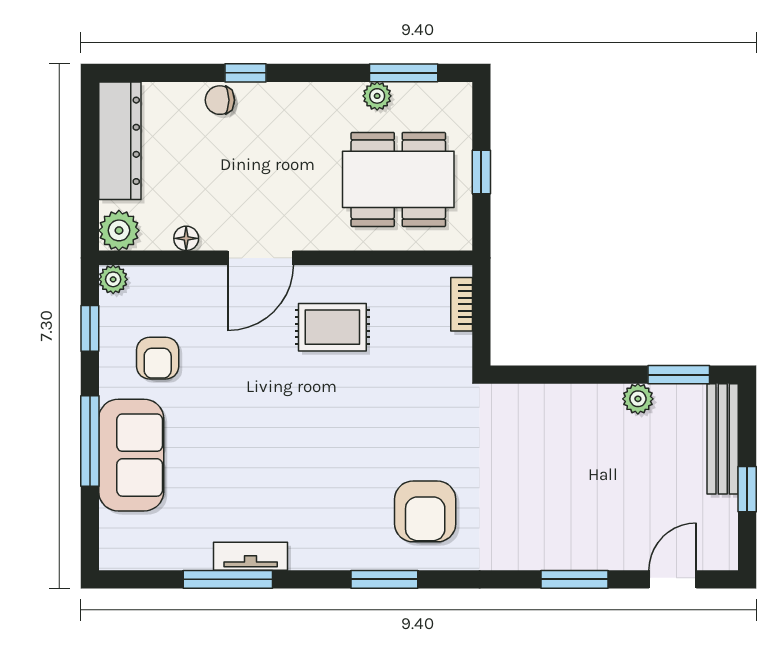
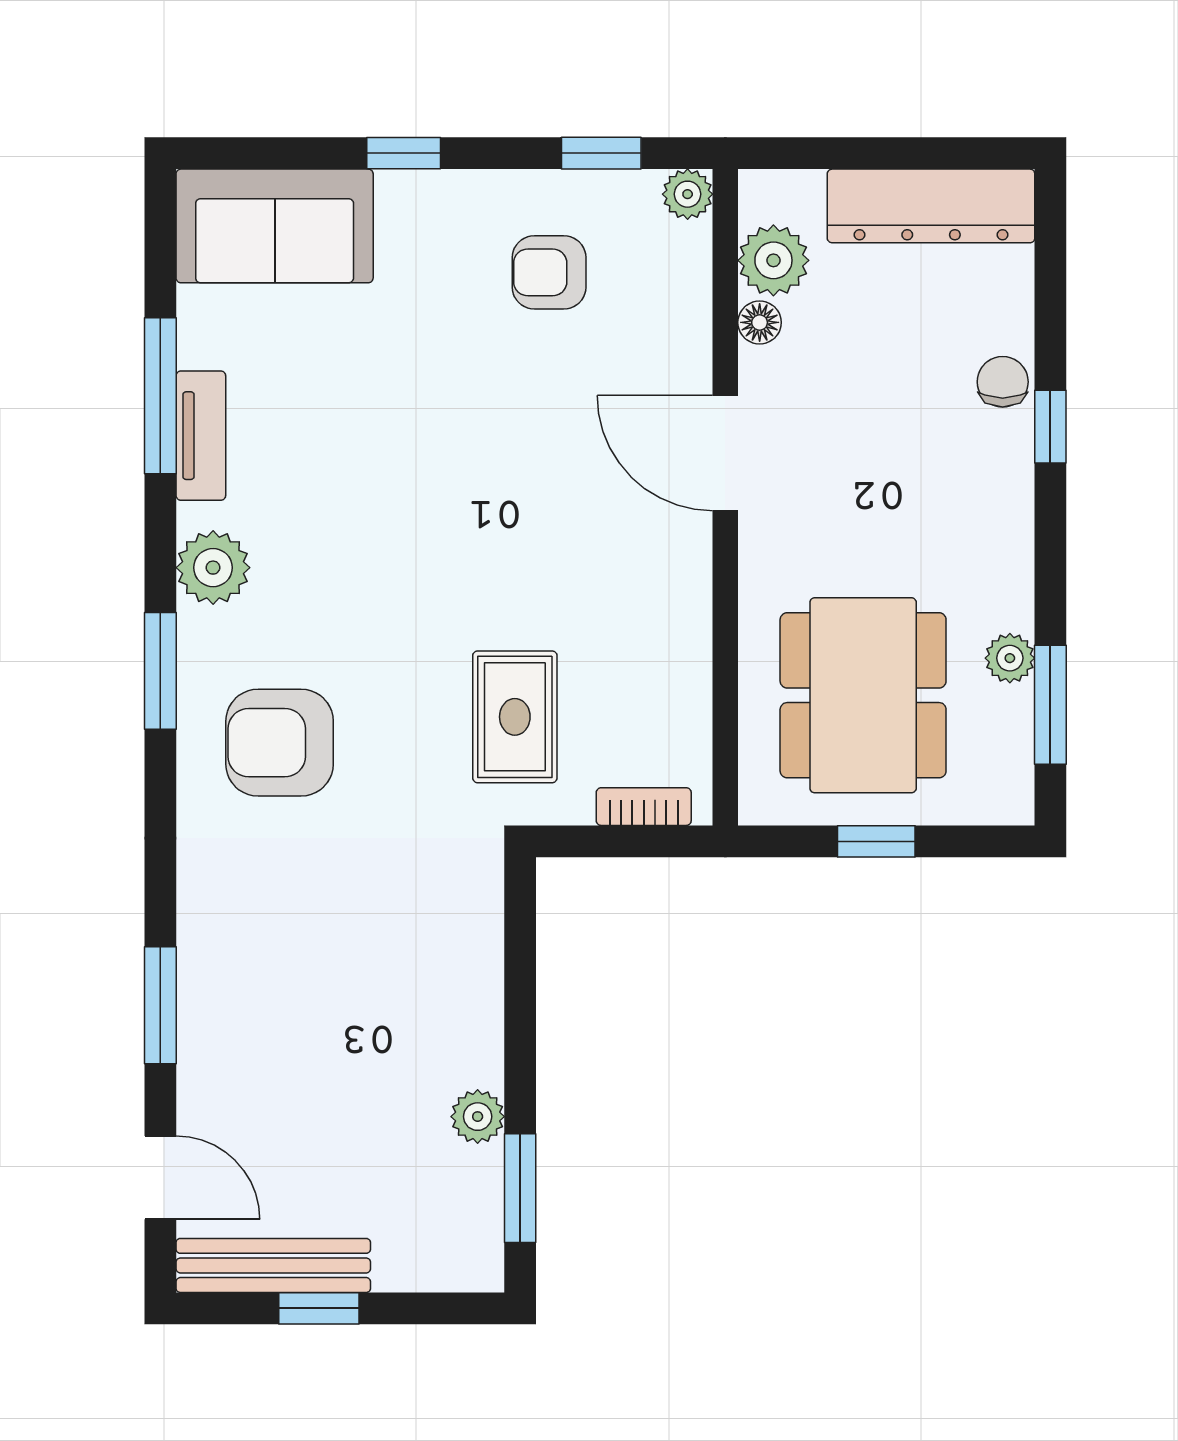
plant: (119, 230) -> (773, 260), moved
rug: (332, 327) -> (515, 717), moved
bench: (723, 439) -> (273, 1265), moved
window: (90, 441) -> (404, 153), width x0.46
sofa: (131, 455) -> (275, 226), moved
plant: (326, 549) -> (213, 568), added

